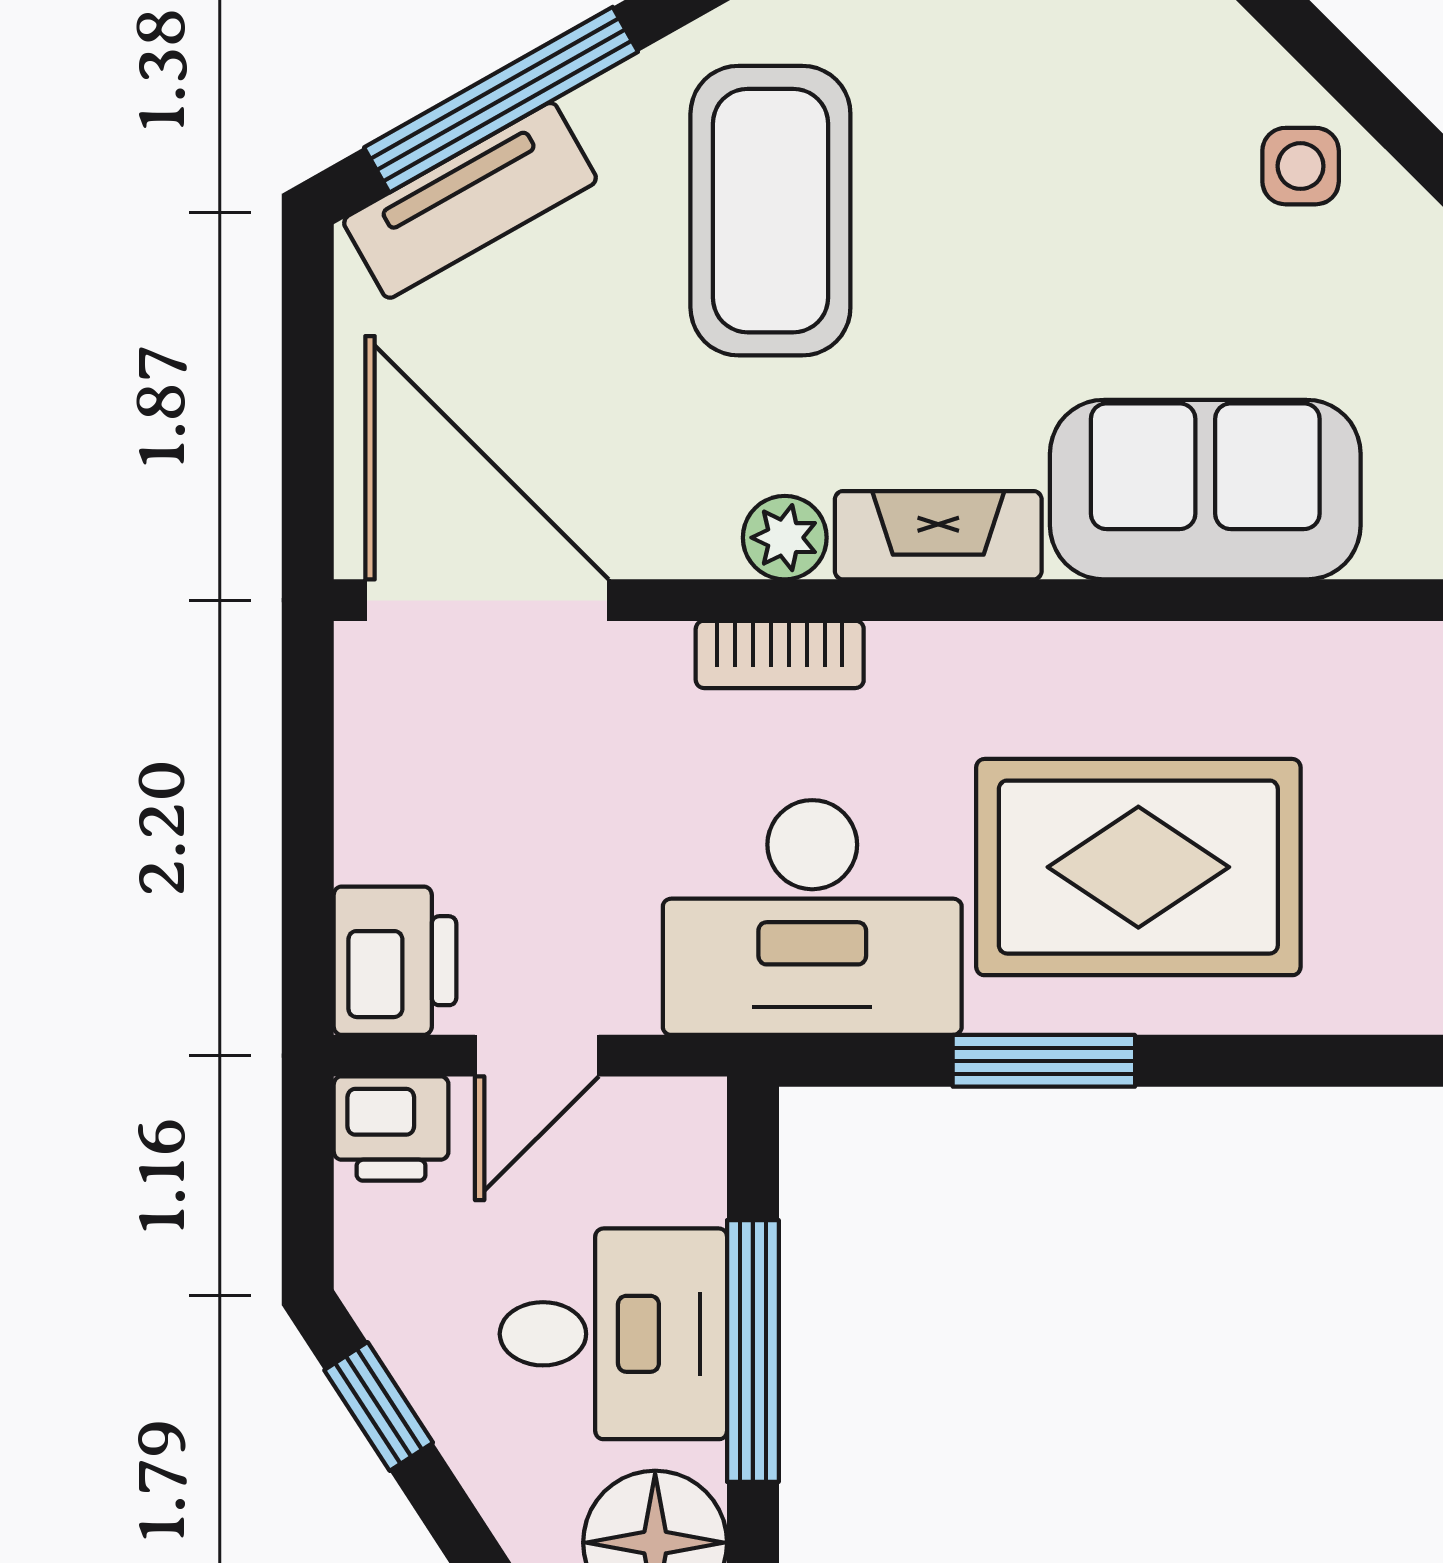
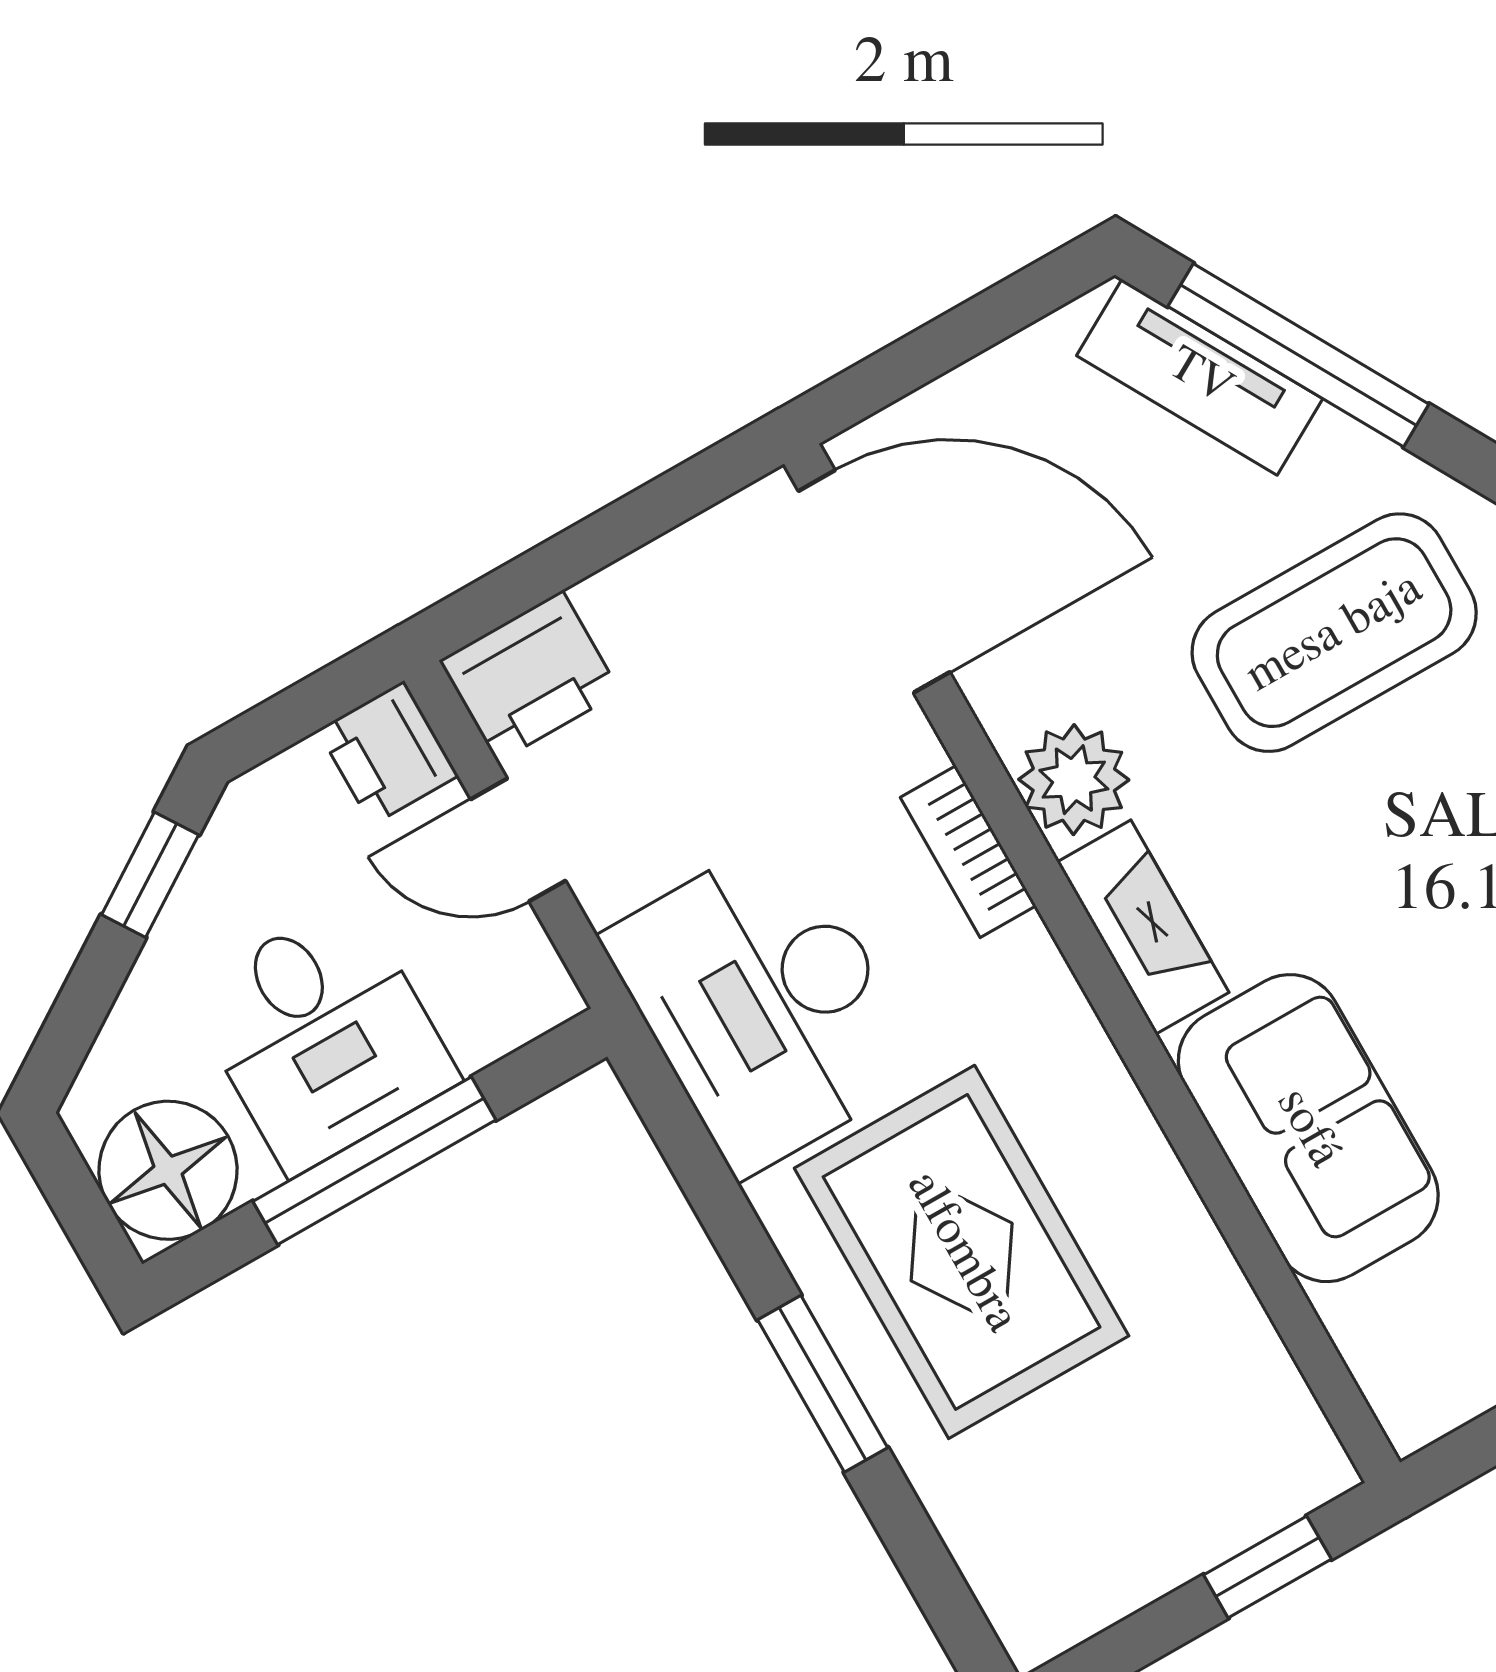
plant: (785, 538) -> (1074, 780), width x1.38, depth x1.38
door: (487, 600) -> (874, 582), hinge flipped
window: (1044, 1061) -> (823, 1384), moved

